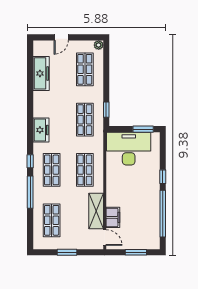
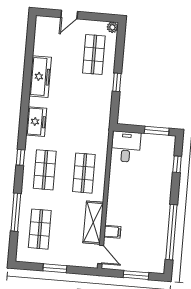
freezer: (41, 73) -> (40, 77), moved
window: (106, 110) -> (117, 82), moved
shop shelf: (85, 120) -> (89, 114), removed
desk: (129, 149) -> (126, 147), width x0.53, depth x0.77
window: (163, 177) -> (177, 164), moved
window: (30, 192) -> (16, 212), moved
filing cabinet: (113, 217) -> (112, 232), width x0.50

